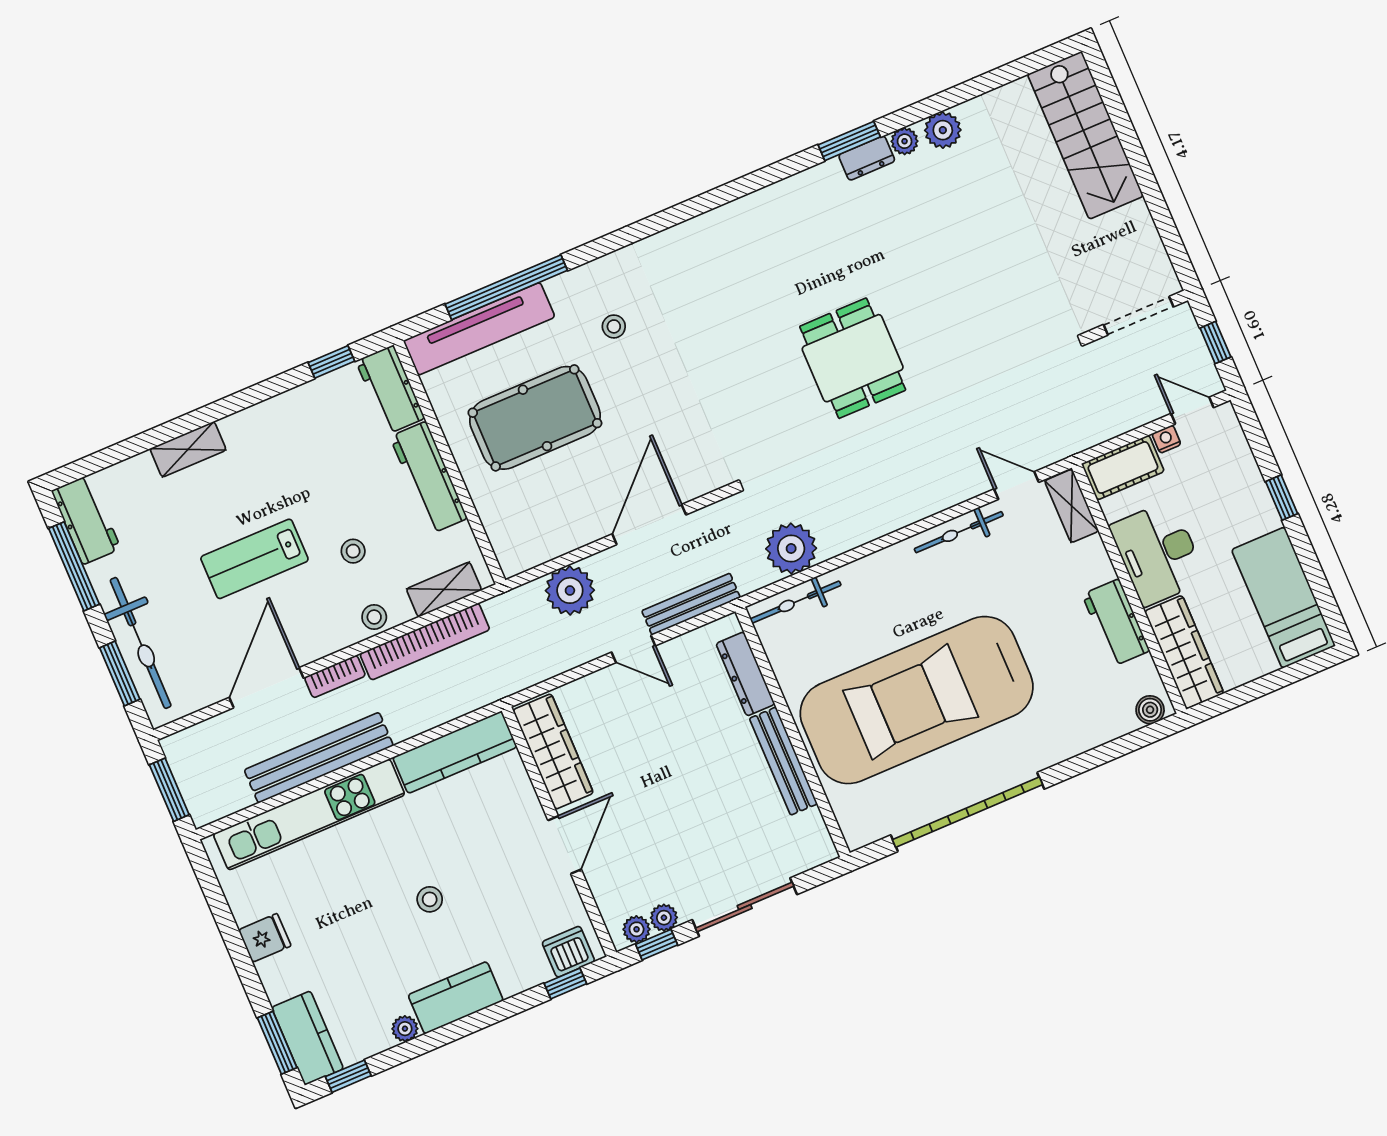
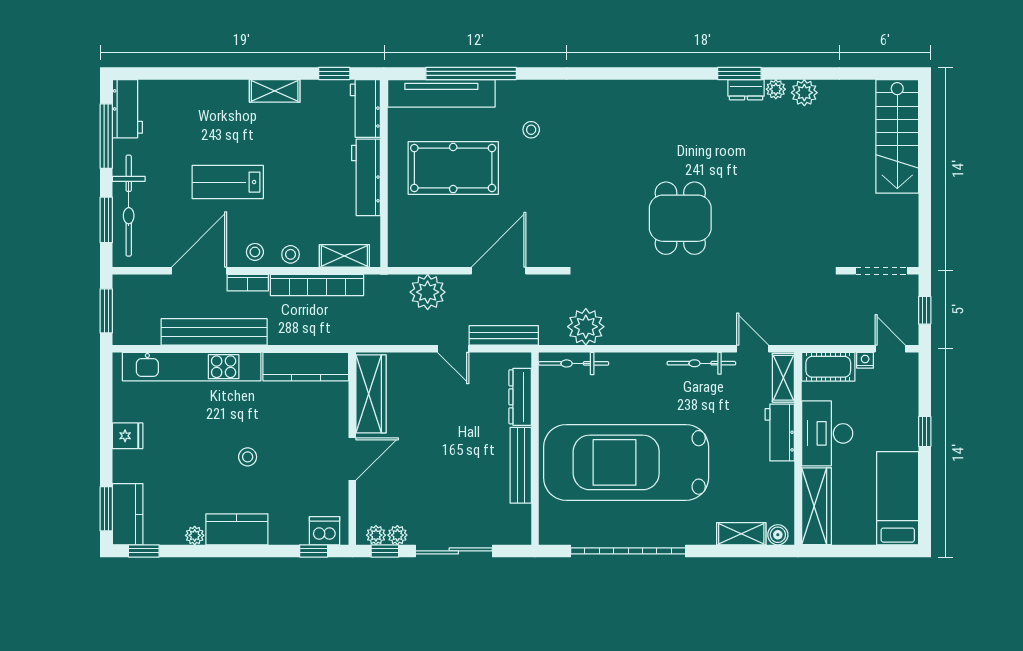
shelving: (188, 449) -> (275, 91), moved
stool: (353, 551) -> (255, 252), moved
workbench: (1116, 623) -> (780, 433), moved
shelving: (1103, 728) -> (741, 534), added

